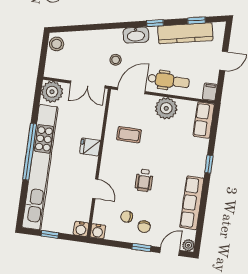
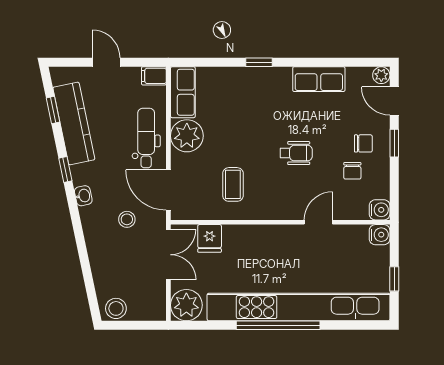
washbasin: (136, 35) -> (83, 196), width x0.52, depth x0.69
row of seats: (204, 120) -> (183, 92), moved, turned -90
fridge: (90, 147) -> (210, 238), moved
row of seats: (192, 203) -> (319, 79), width x0.68

